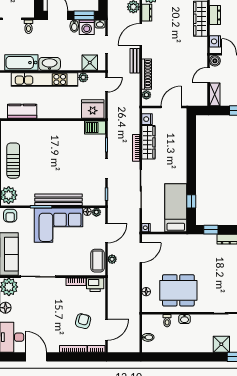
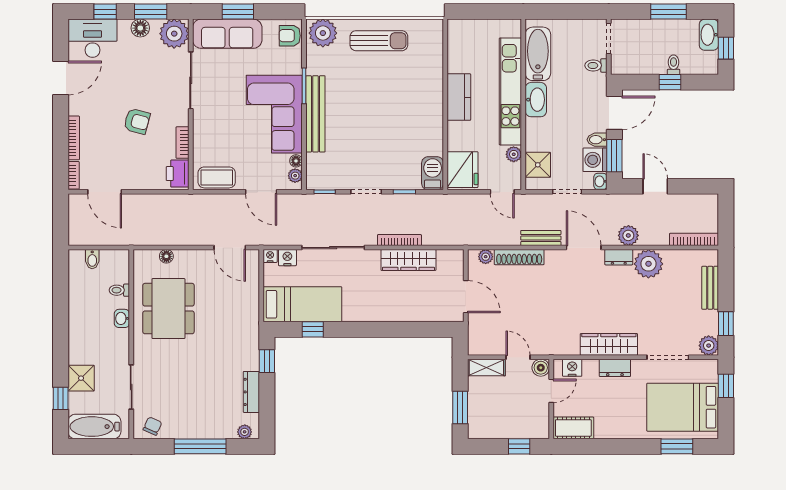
kitchen counter: (22, 111) -> (459, 97), moved
nightstand: (147, 119) -> (287, 258), moved
plant: (112, 259) -> (219, 201), removed
armchair: (83, 321) -> (137, 121), moved

